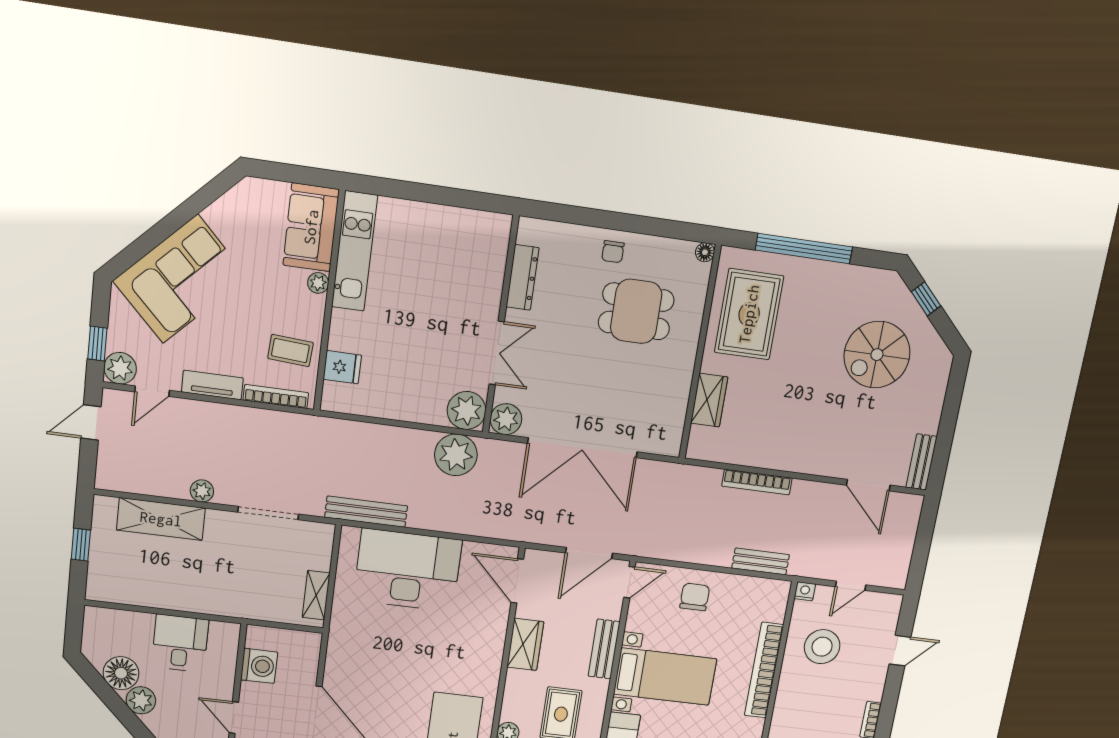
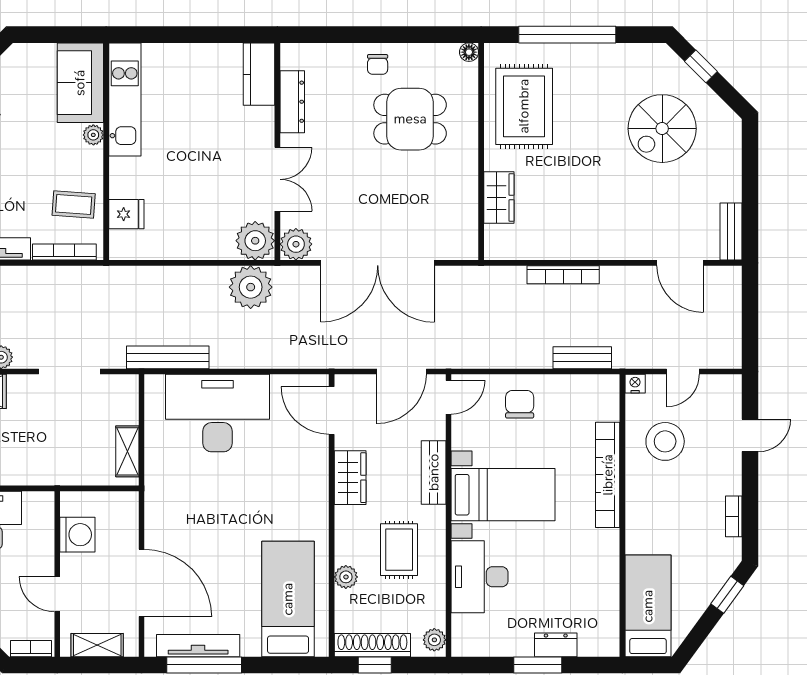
kitchen counter: (493, 245) -> (259, 74), added

